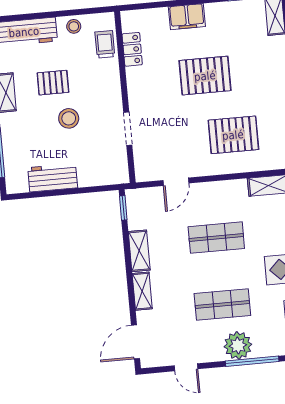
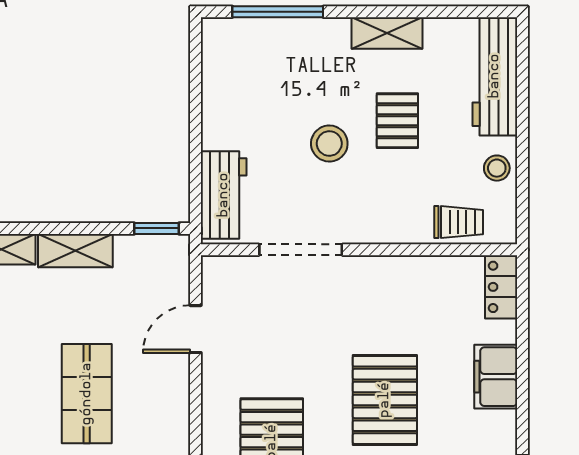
locker: (132, 49) -> (501, 287), moved, turned 90
doorway: (128, 129) -> (301, 250), width x1.38
workbench: (53, 178) -> (224, 195), moved
door: (176, 182) -> (196, 329), hinge flipped

